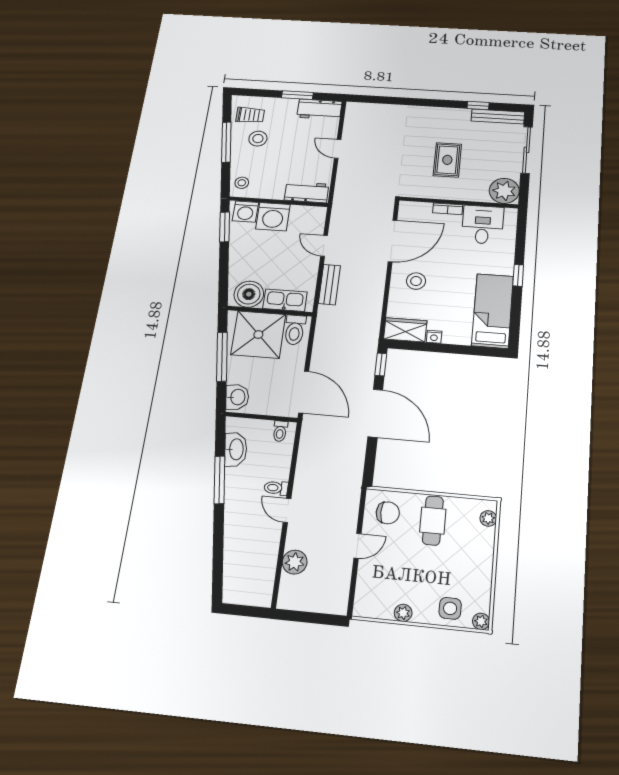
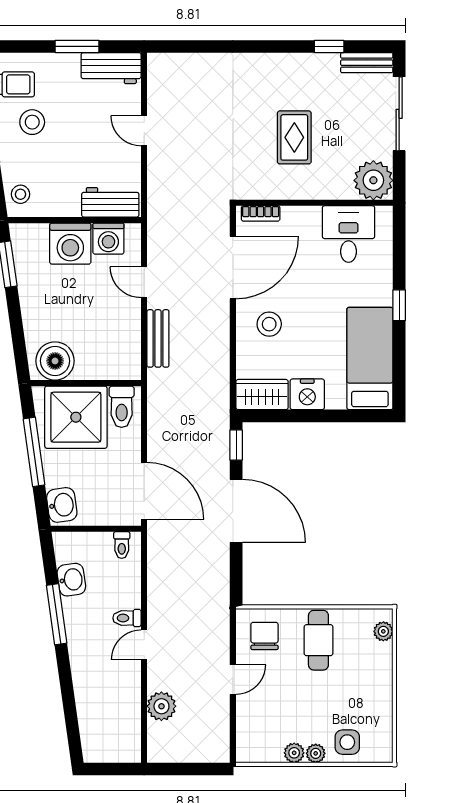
bench: (498, 116) -> (367, 63), width x0.73
bookcase: (448, 209) -> (261, 213), moved
washing machine: (245, 212) -> (108, 239), moved
kitchen sink: (285, 300) -> (103, 366), removed
nightstand: (434, 337) -> (307, 394), width x1.89, depth x1.79
washbasin: (236, 449) -> (71, 580), width x0.72
door: (287, 510) -> (144, 645), hinge flipped
chair: (388, 513) -> (264, 636), turned -90
plant: (481, 621) -> (316, 753), moved

